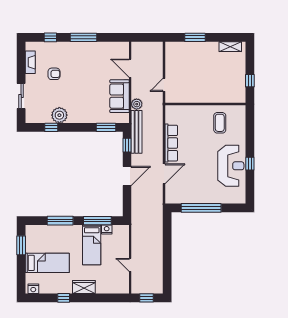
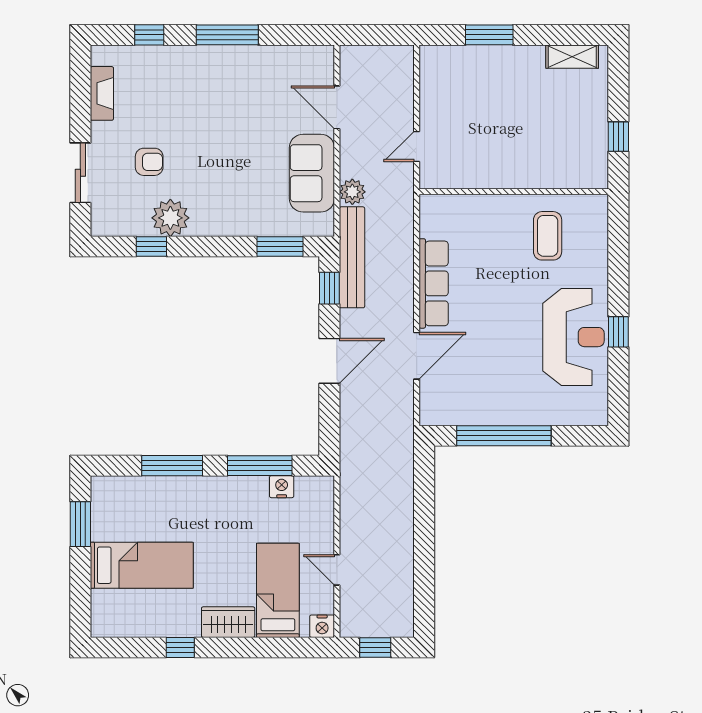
armchair: (54, 74) -> (149, 162), moved
bed: (92, 245) -> (278, 590), moved, turned 180
nightstand: (33, 289) -> (322, 626), moved

